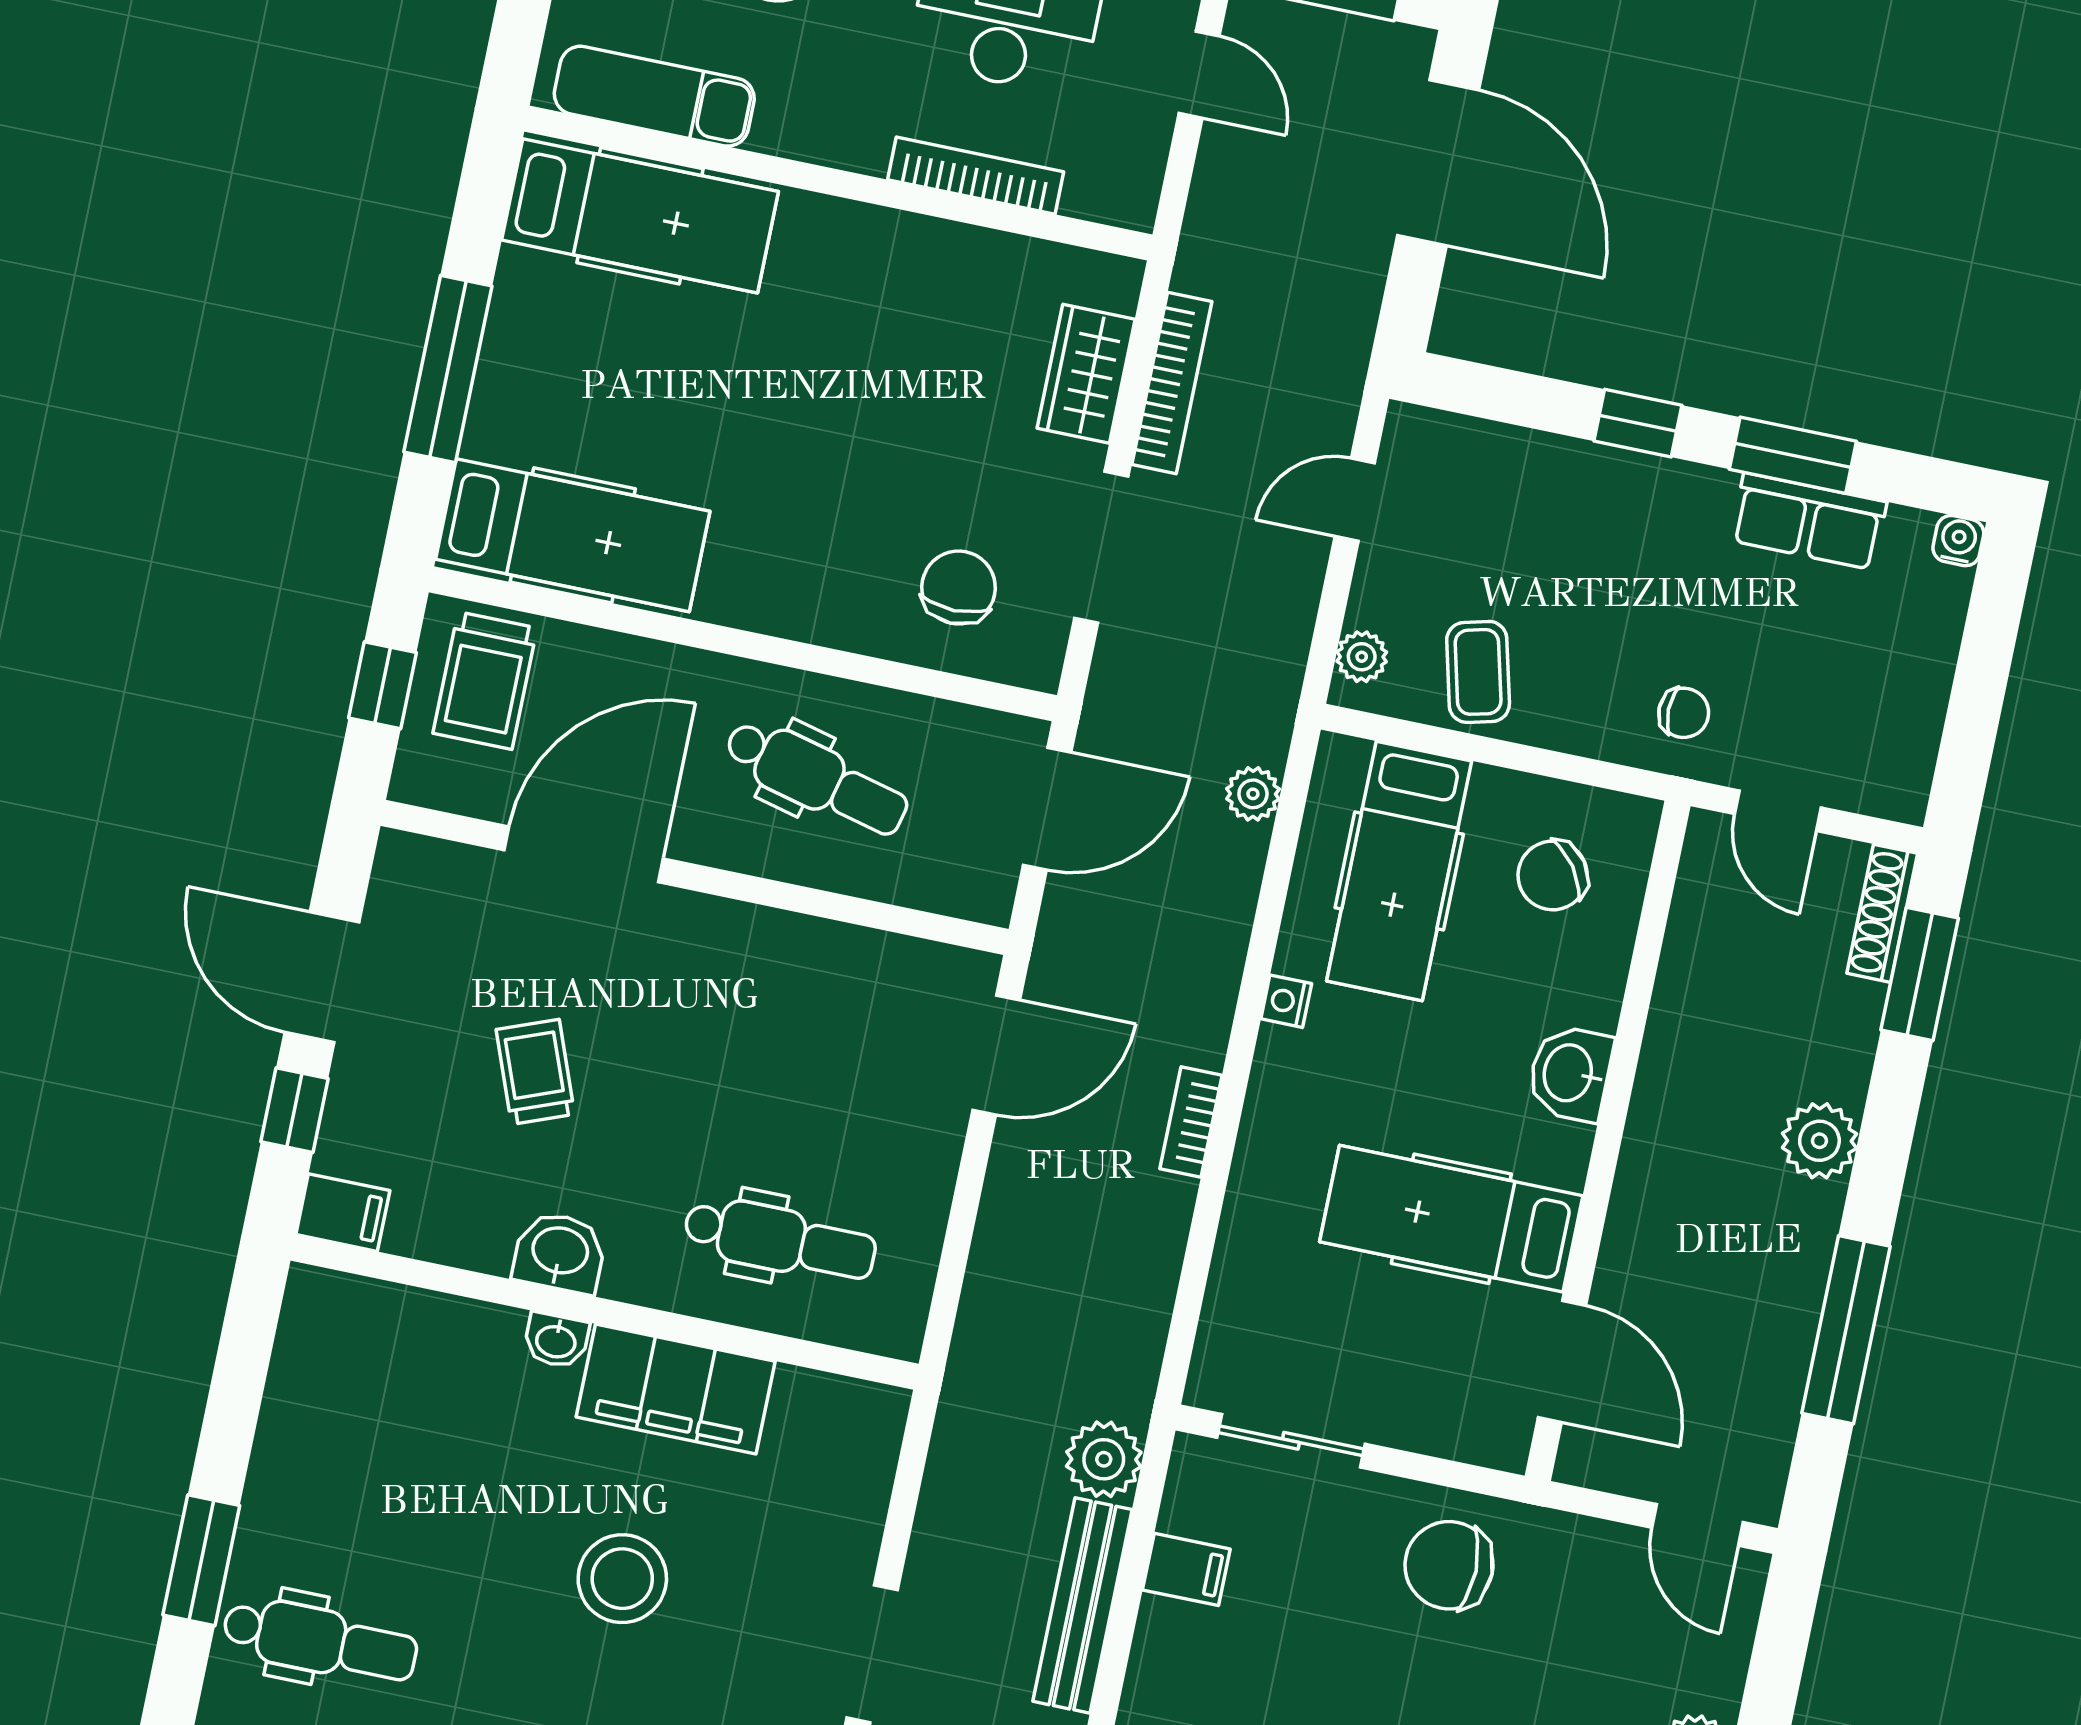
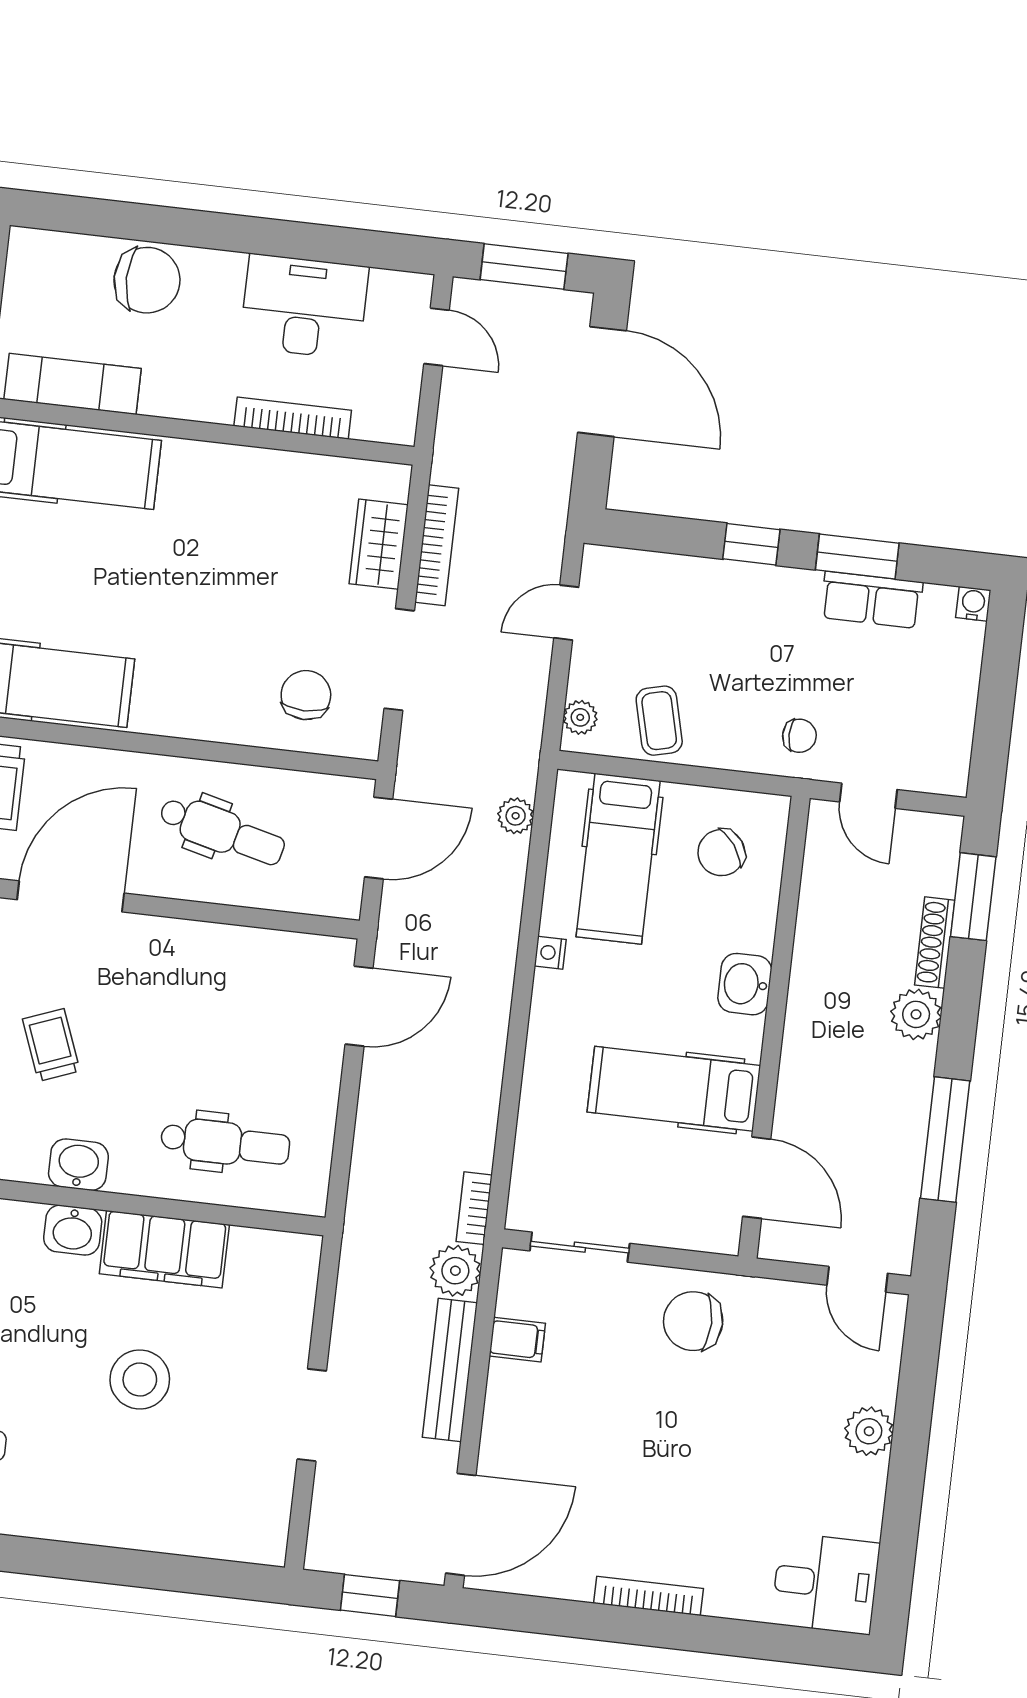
shoe rack: (1882, 913) -> (935, 943), moved
bookcase: (1191, 1122) -> (474, 1208), moved
washbasin: (556, 1340) -> (73, 1230), width x1.38, depth x1.45

